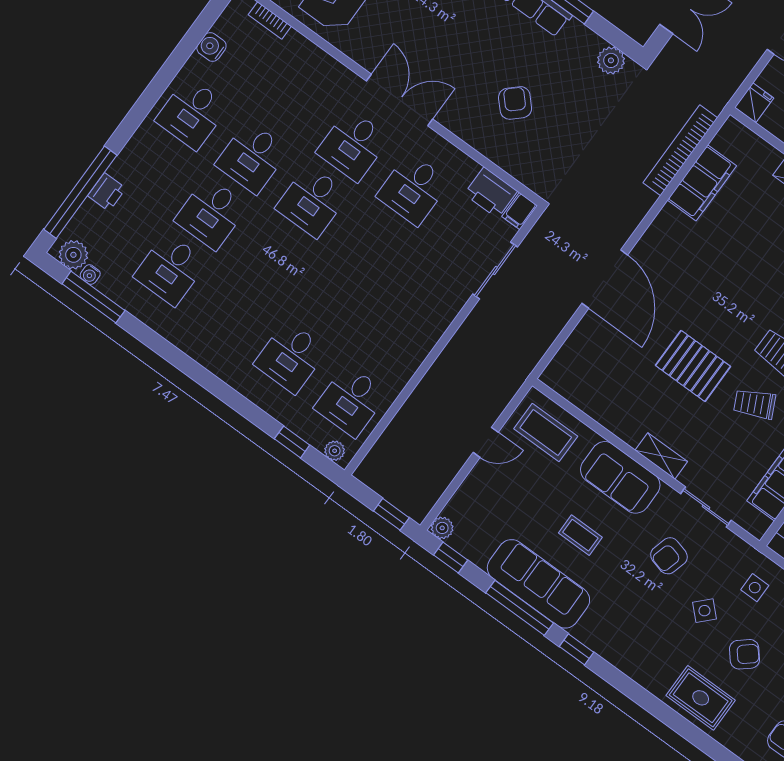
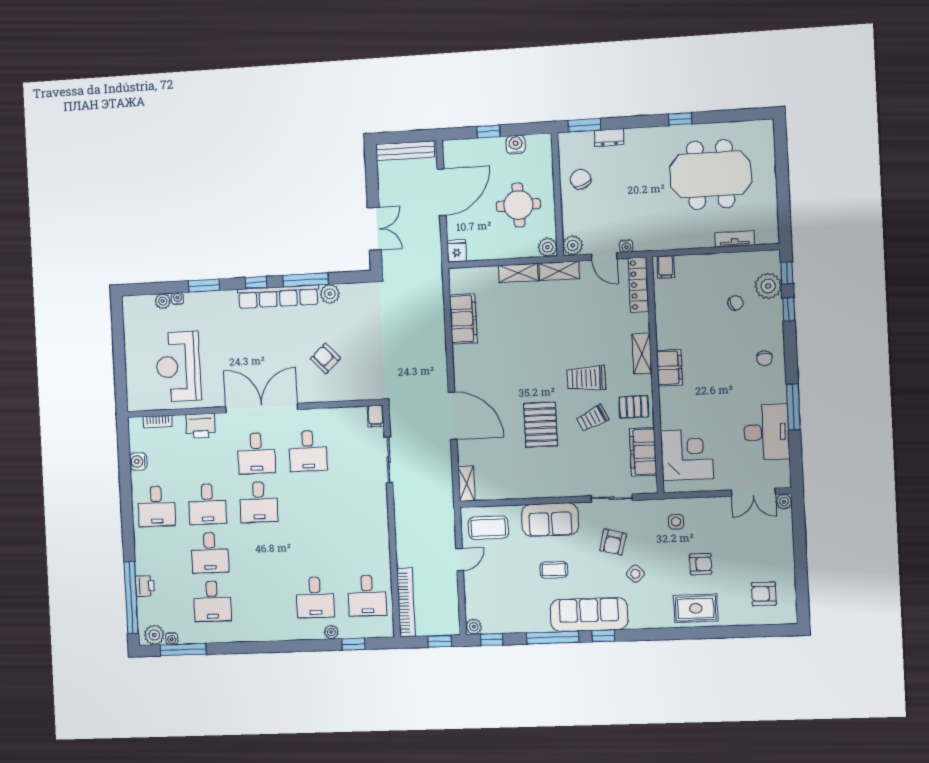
plant: (611, 60) -> (330, 294), moved
double door: (400, 100) -> (262, 408), width x1.36
bookcase: (680, 150) -> (406, 603), moved, turned 180
printer: (491, 193) -> (200, 426), moved
pallet: (693, 366) -> (541, 425), turned 90
plant: (335, 451) -> (331, 632), moved
shelving: (661, 456) -> (467, 484), moved, turned 90
sofa: (538, 584) -> (589, 614), moved
side table: (704, 611) -> (635, 574), moved
armchair: (744, 654) -> (701, 564), turned 40

